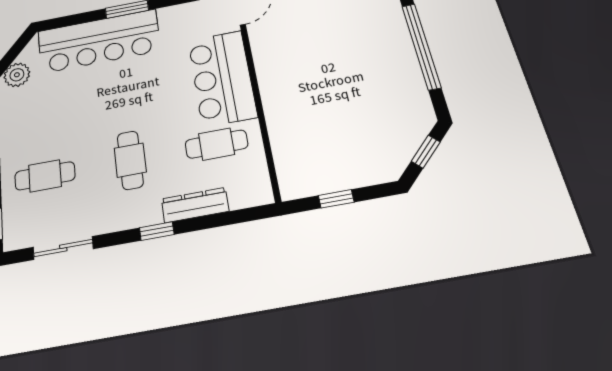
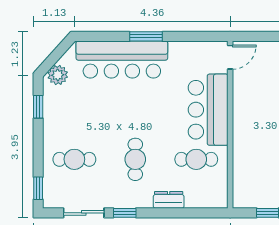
dresser: (195, 205) -> (169, 200), width x0.70
window: (157, 231) -> (125, 213), moved

